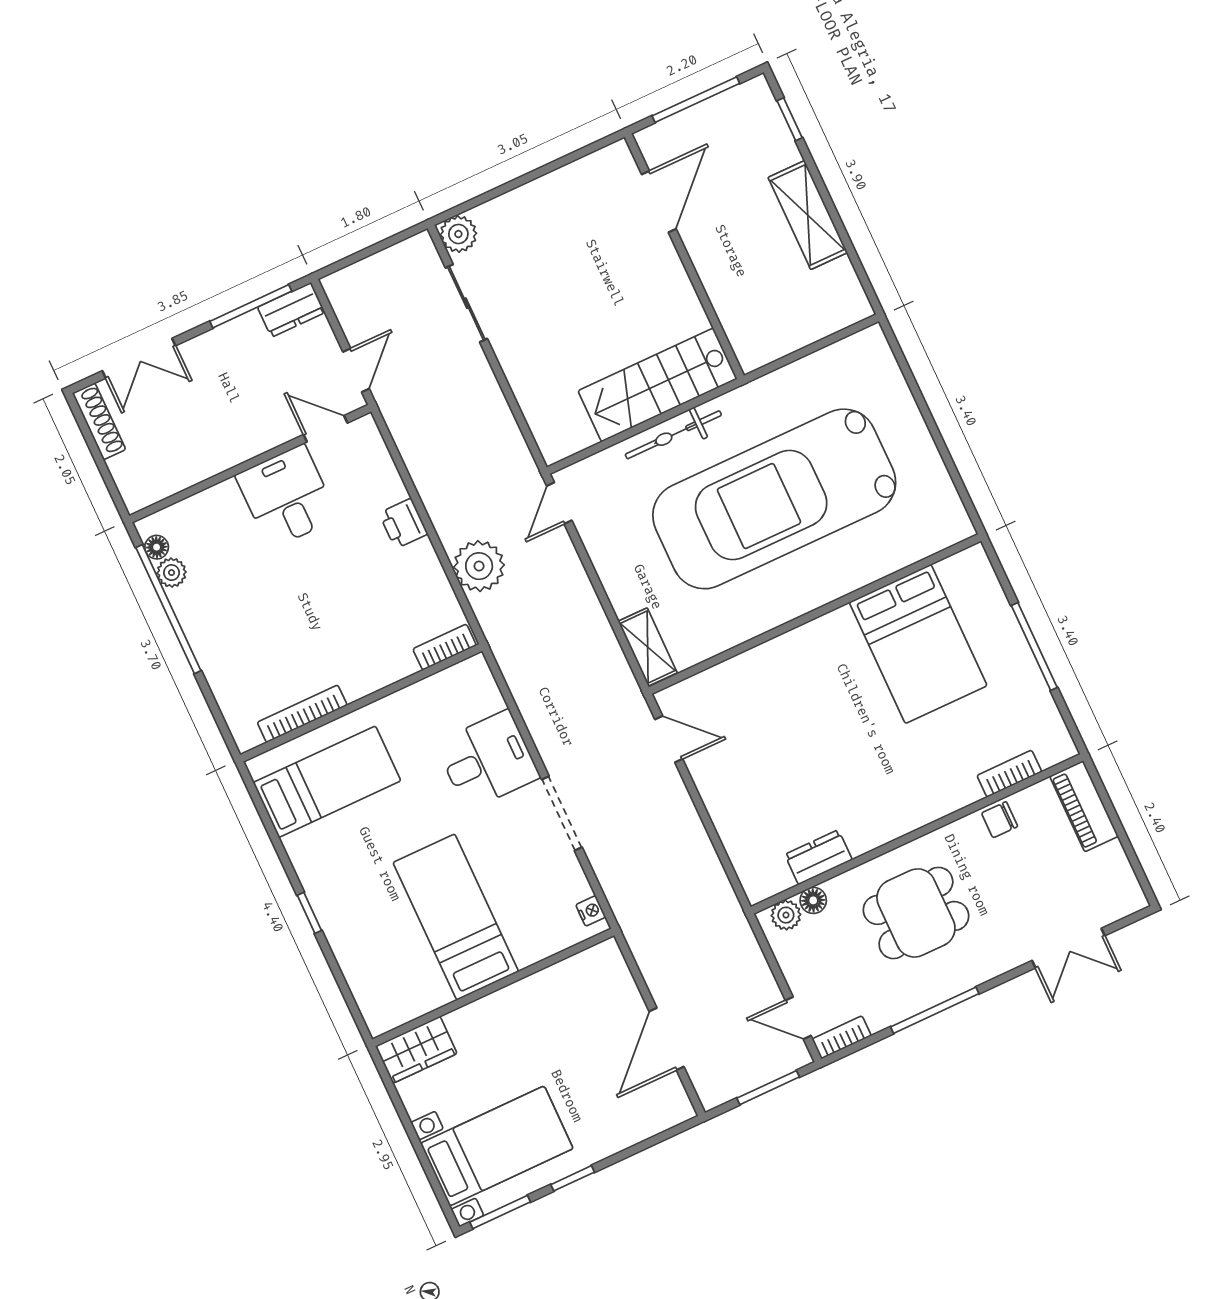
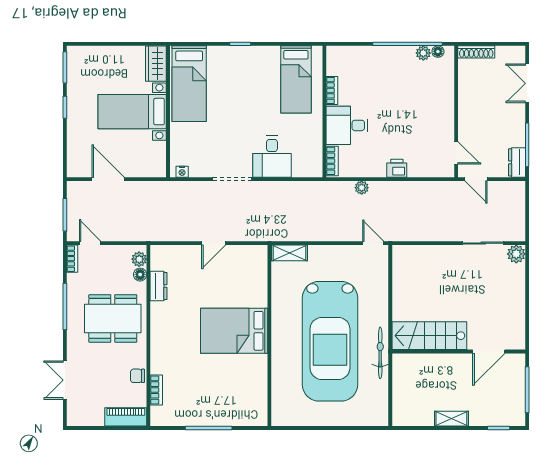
door: (659, 202) -> (489, 352), hinge flipped
shelving: (808, 215) -> (451, 419), width x0.67, depth x0.75
stairs: (658, 385) -> (429, 336), moved, turned -90
shoe rack: (99, 421) -> (476, 52), moved
door: (325, 429) -> (456, 153), hinge flipped
bicycle: (673, 435) -> (380, 353), moved
desk: (287, 497) -> (347, 125), moved, turned 180
car: (774, 499) -> (330, 341), turned 180
plant: (479, 566) -> (362, 188), width x0.53, depth x0.53
bed: (918, 644) -> (234, 331), moved
bookcase: (302, 714) -> (332, 90), width x0.64
door: (669, 739) -> (214, 243), moved
chair: (1000, 820) -> (137, 376), turned -90
dining table: (916, 913) -> (113, 318), width x1.38
bed: (456, 917) -> (189, 84), moved, turned 90
door: (798, 1018) -> (90, 243), hinge flipped
bed with nightstands: (497, 1146) -> (132, 112), moved, turned 90

